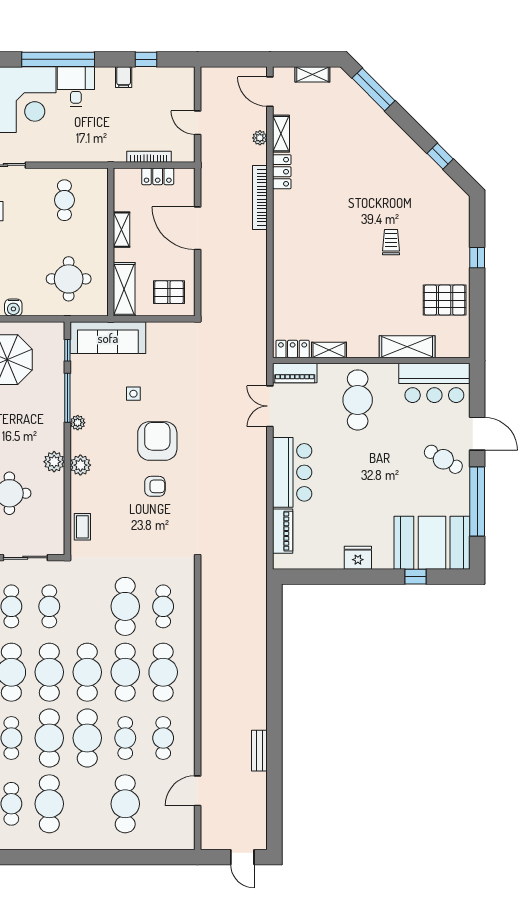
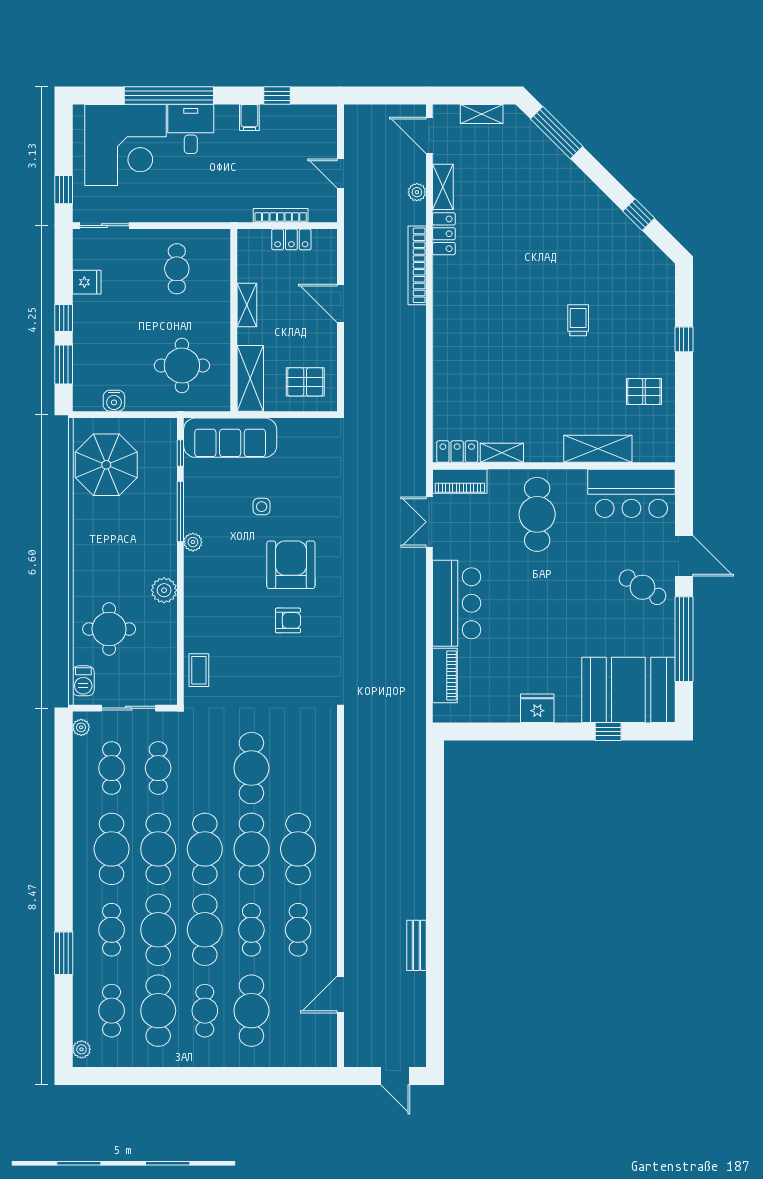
door: (198, 228) -> (340, 303), width x0.73
pallet: (445, 300) -> (644, 391), width x0.67, depth x0.71
plant: (80, 465) -> (196, 594), removed
cafe table: (163, 606) -> (205, 1011), moved

